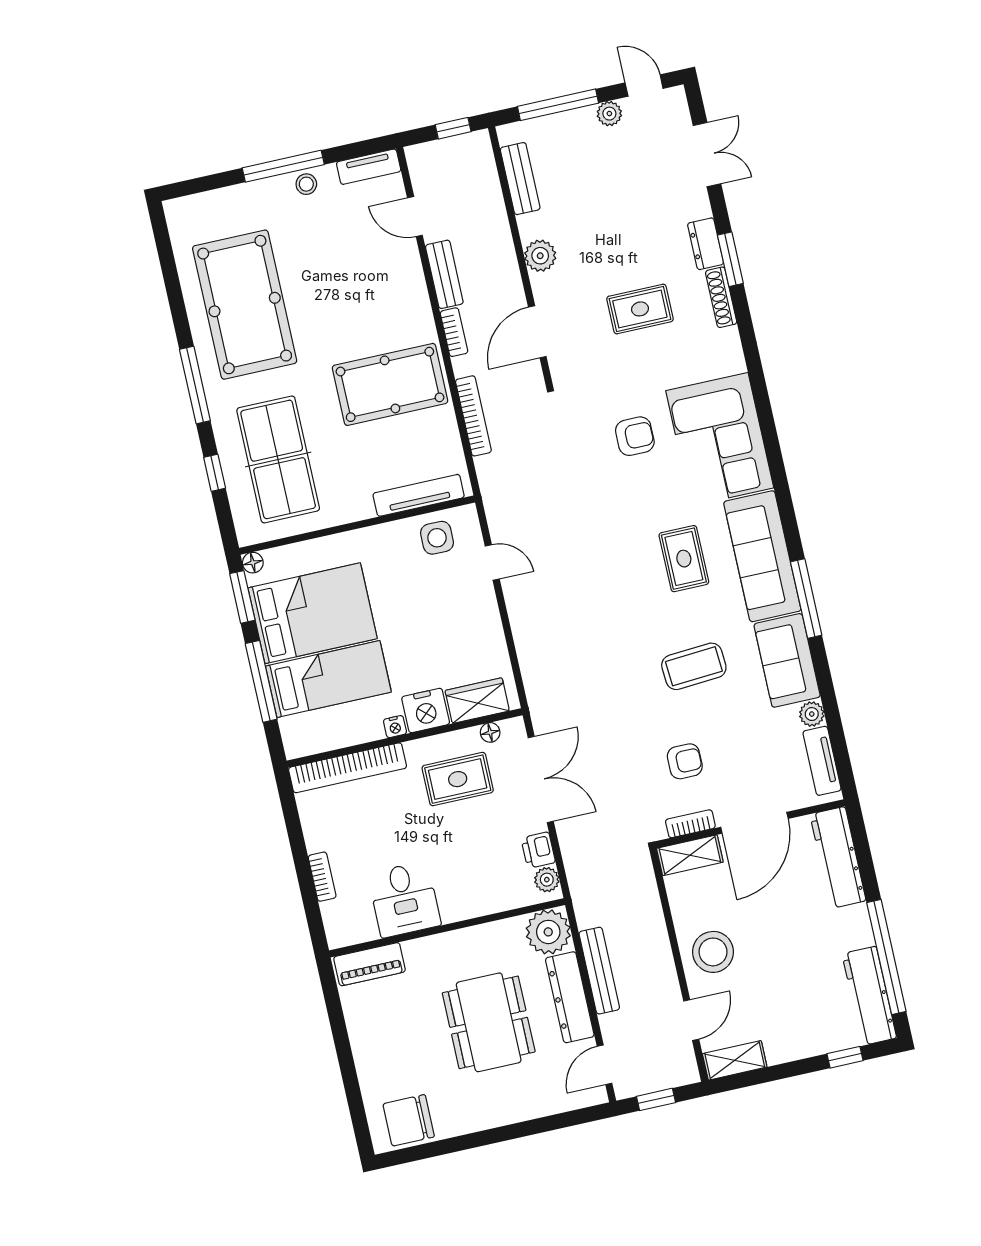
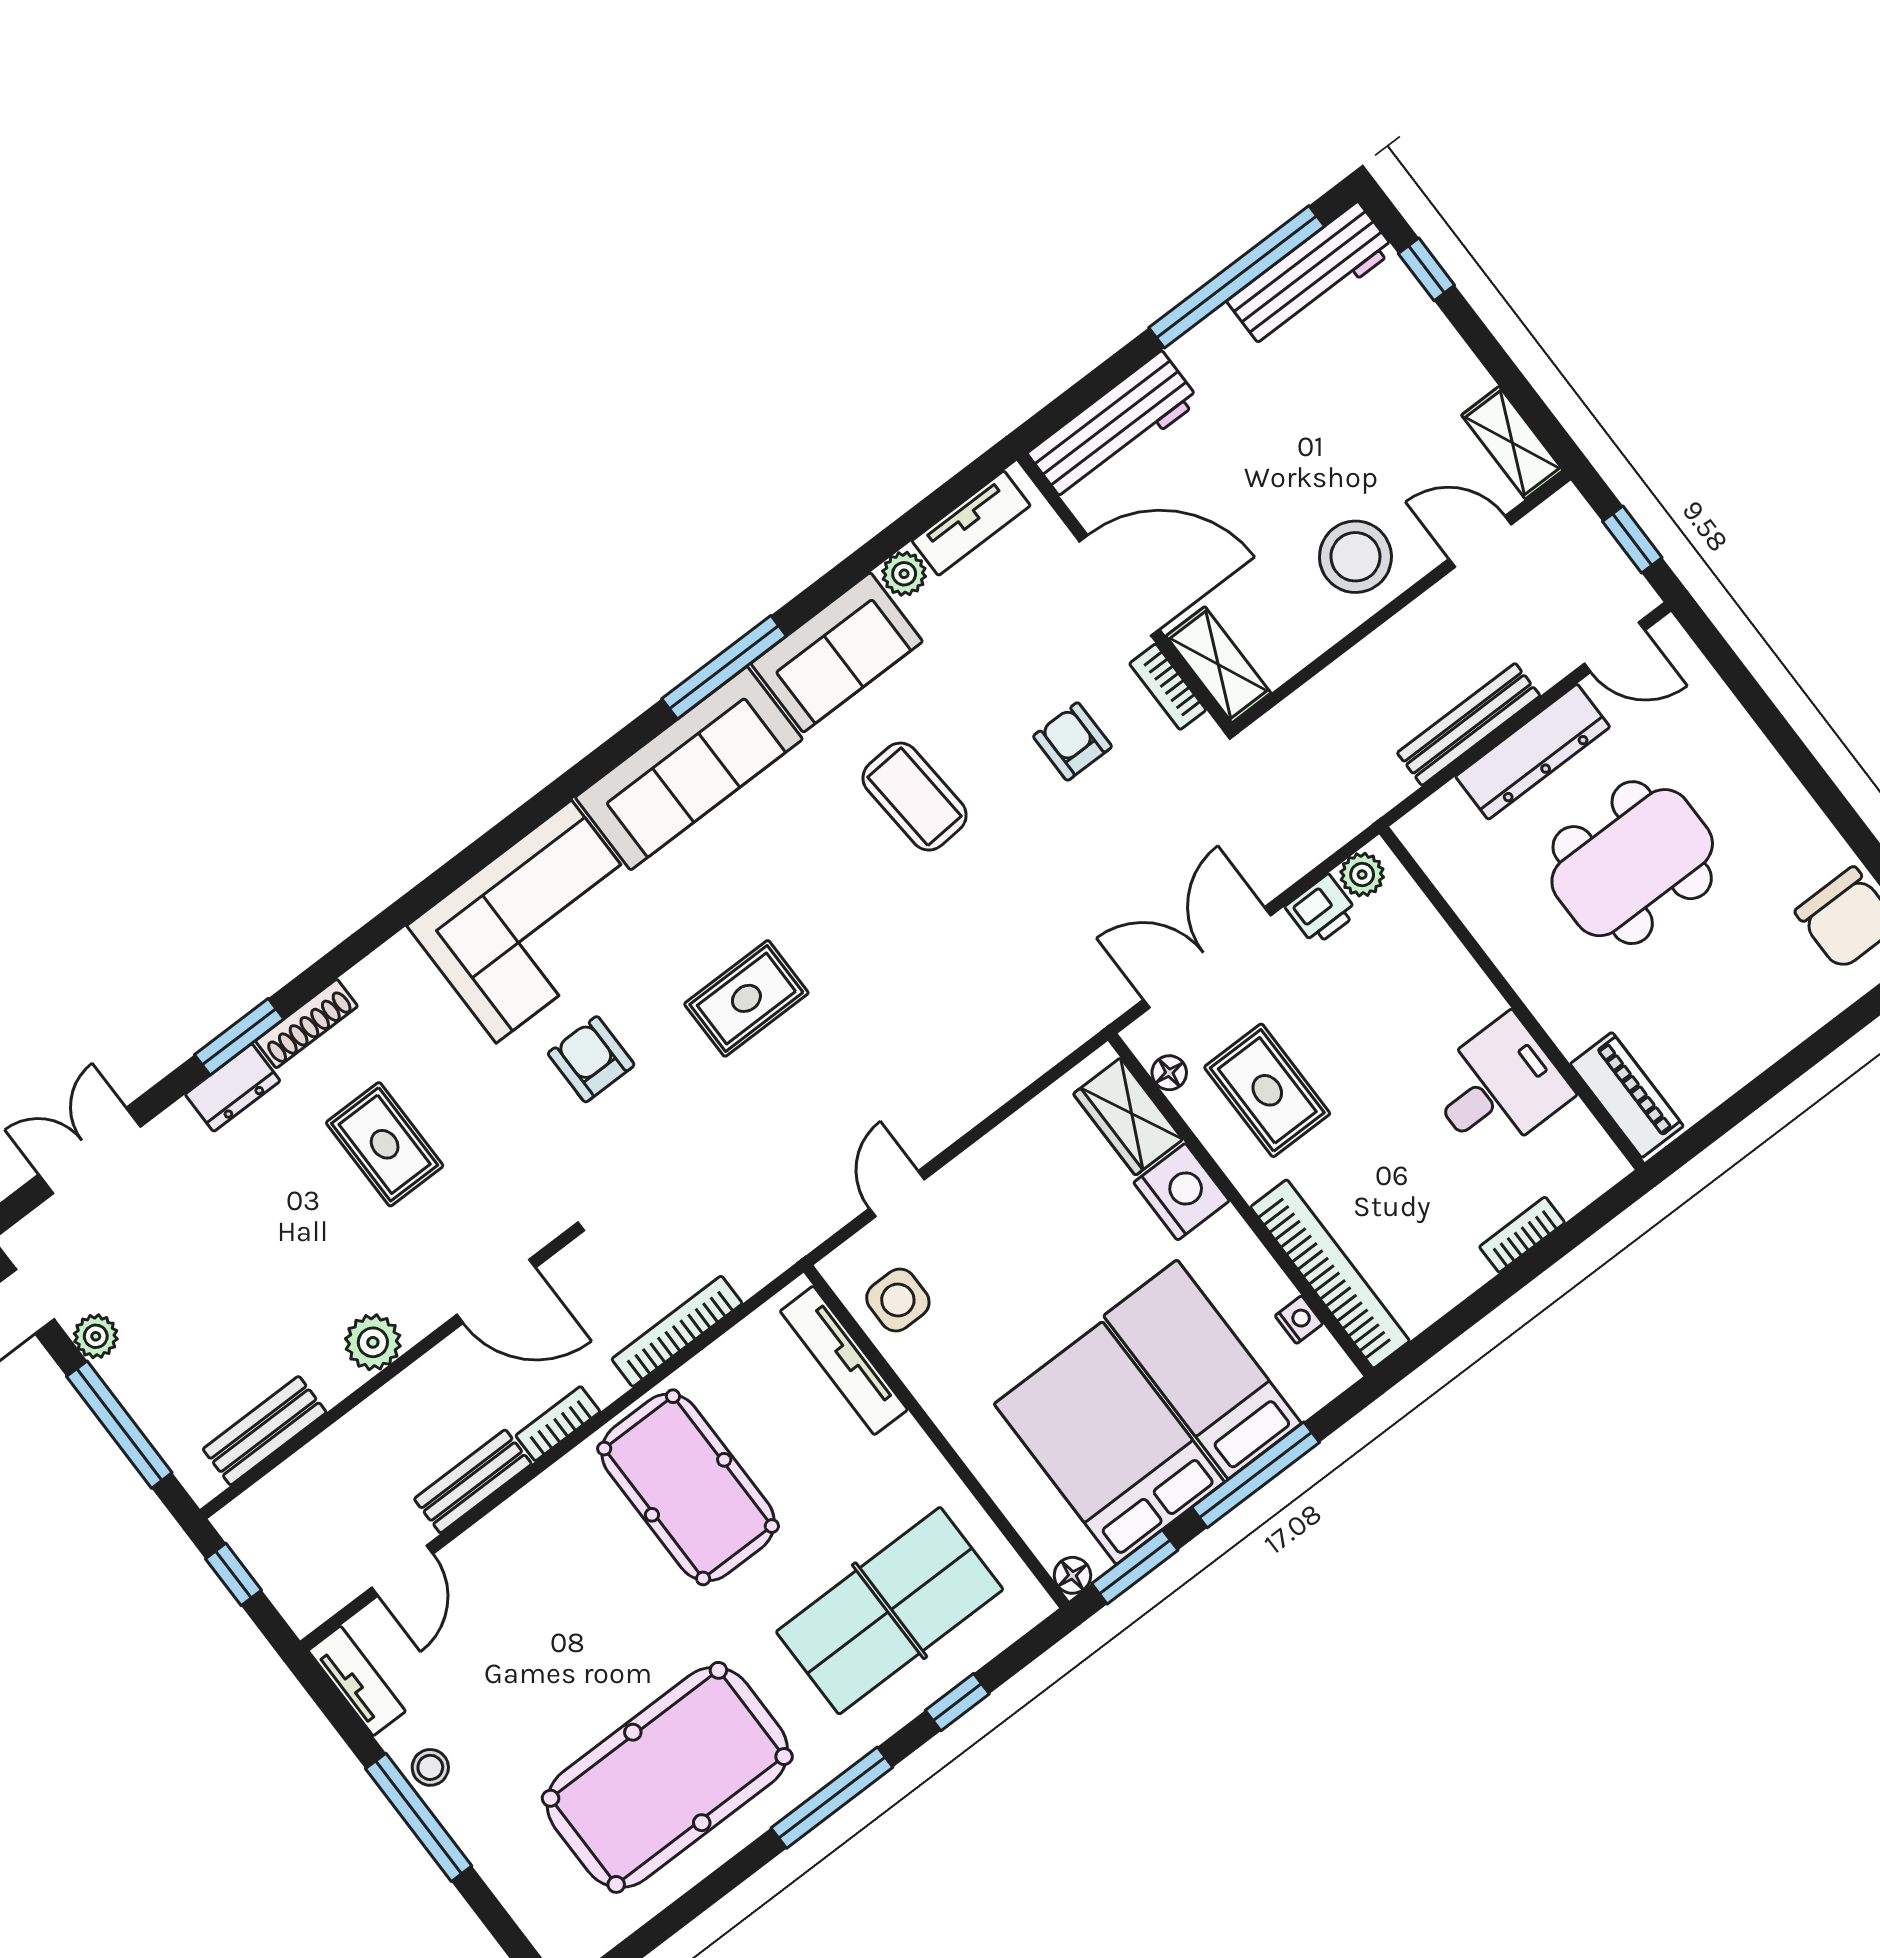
rug: (684, 559) -> (746, 998), moved
nightstand: (395, 727) -> (1299, 1320), moved
plant: (548, 932) -> (1444, 834), removed

